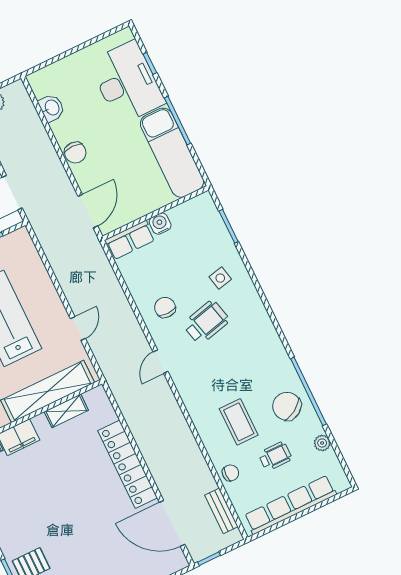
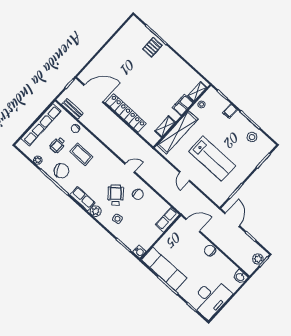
desk: (127, 82) -> (211, 298), moved, turned -90
washbasin: (52, 108) -> (240, 277), moved
door: (88, 211) -> (193, 225), swing flipped
water cooler: (160, 224) -> (139, 252), moved
plant: (254, 308) -> (96, 211), added
wheelchair: (206, 322) -> (116, 195), turned 153
door: (78, 329) -> (185, 176), moved
row of seats: (269, 340) -> (83, 199), added
door: (161, 362) -> (130, 168), hinge flipped

